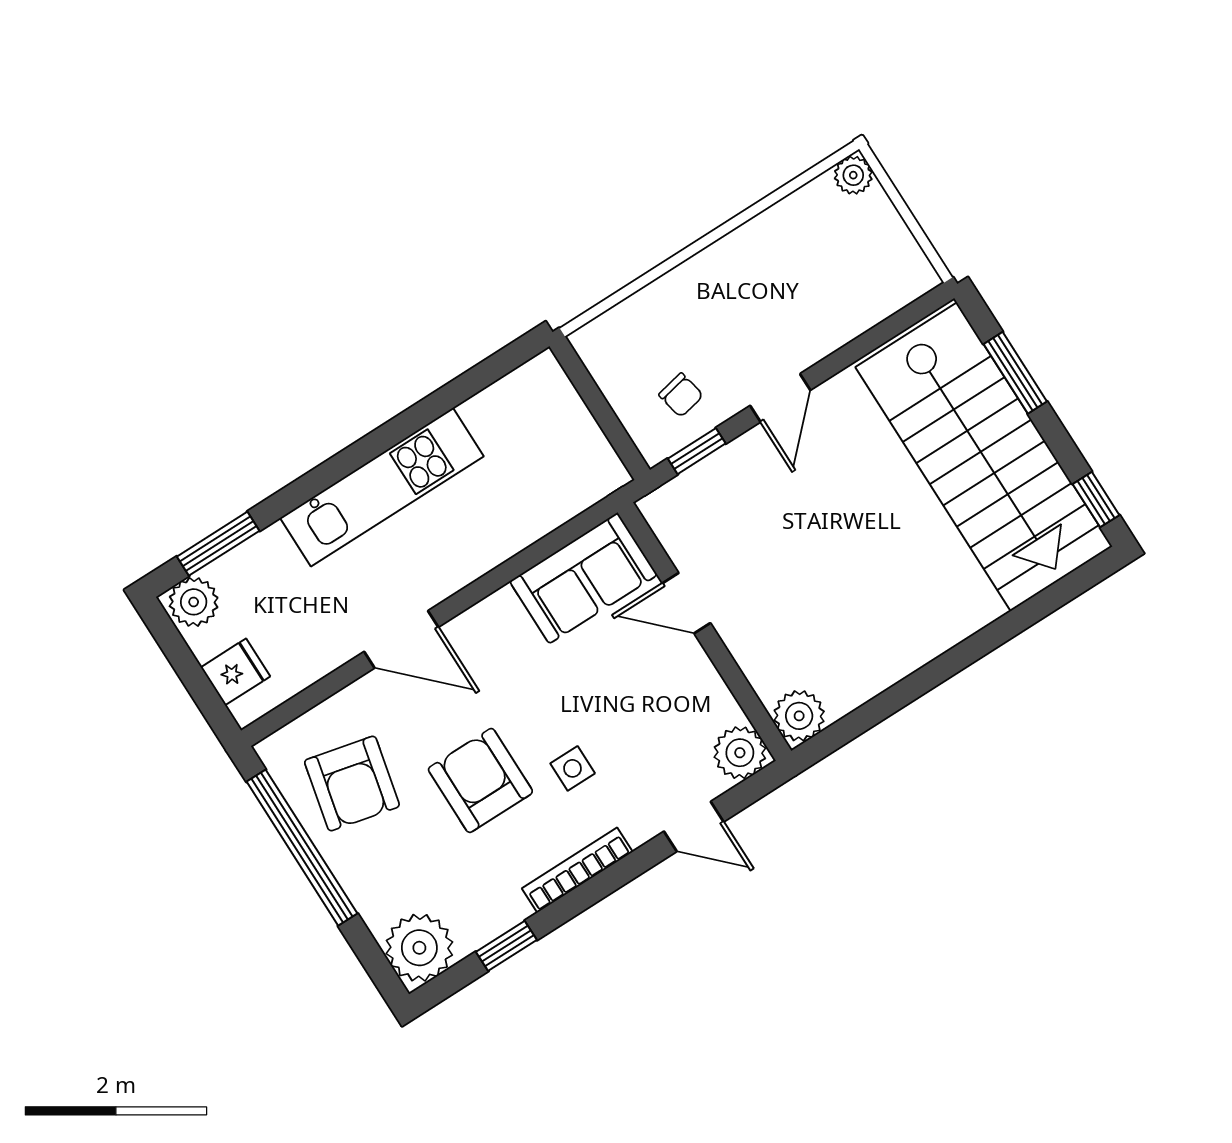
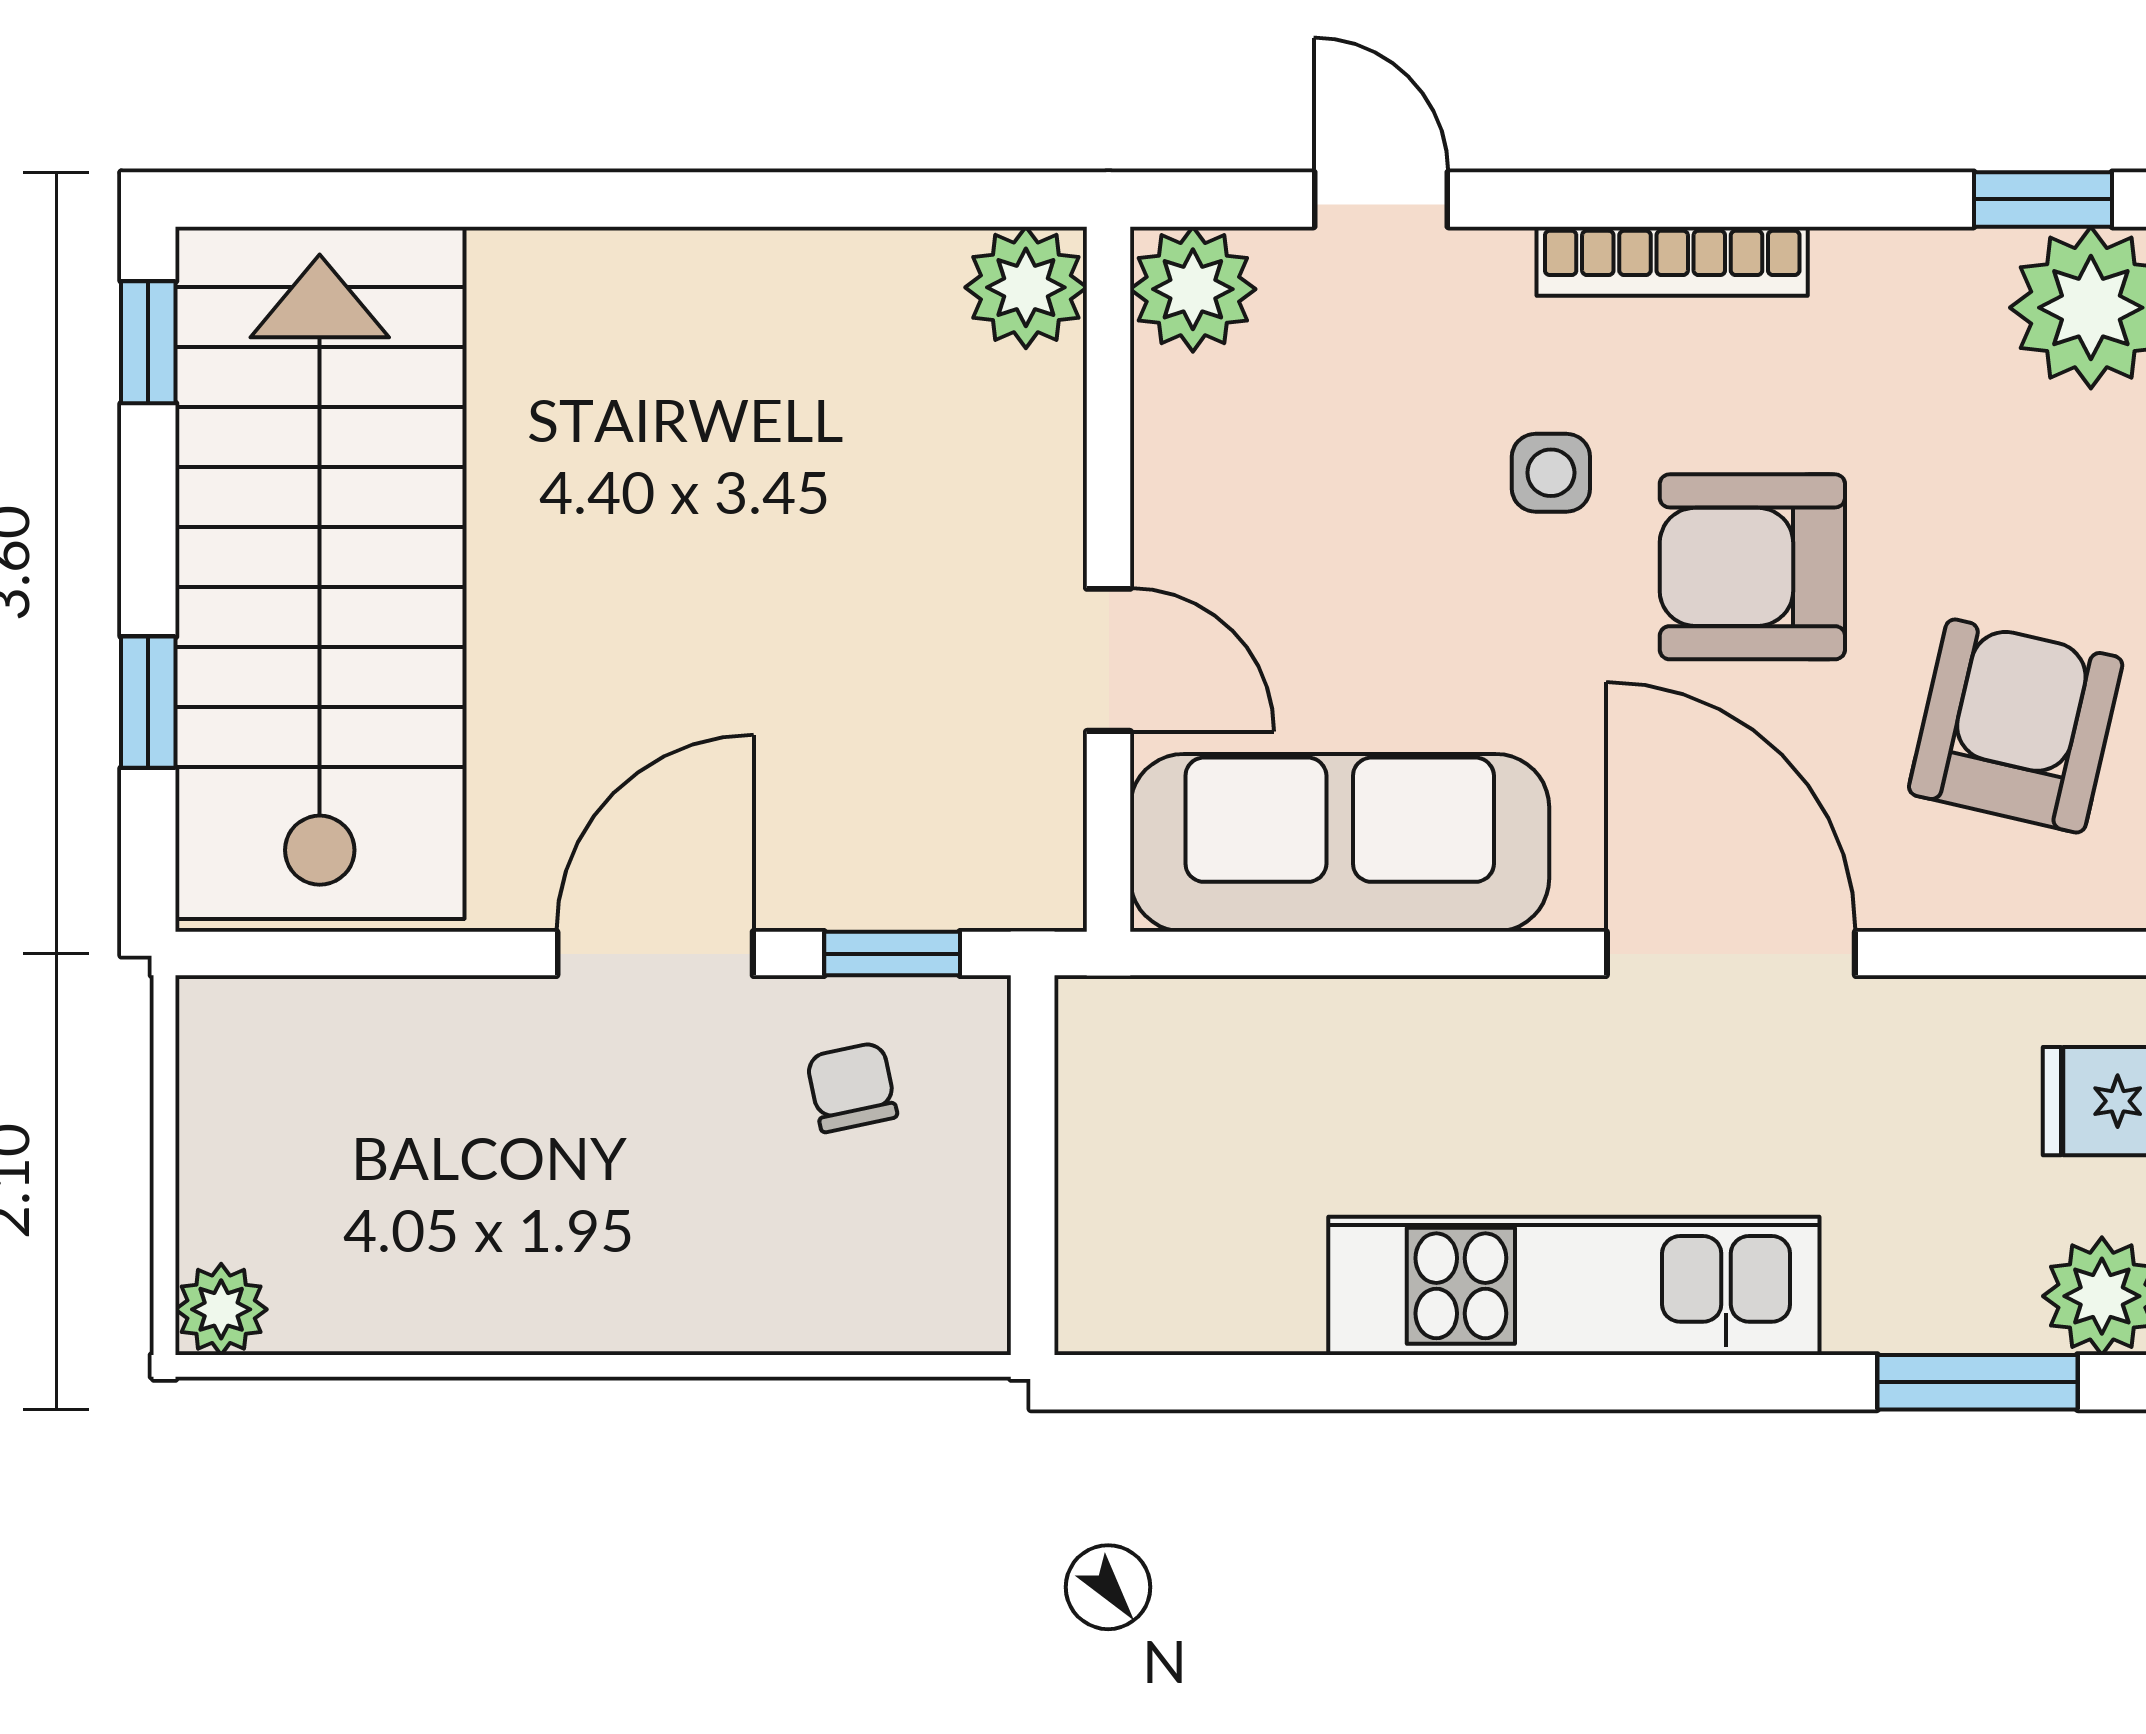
window: (1015, 373) -> (148, 702), width x0.67
door: (780, 398) -> (655, 954), width x1.38
sofa: (583, 578) -> (1340, 843), width x1.36
door: (401, 639) -> (1731, 954), width x1.36
armchair: (480, 780) -> (1752, 567), turned 90
window: (506, 946) -> (2043, 199), moved

